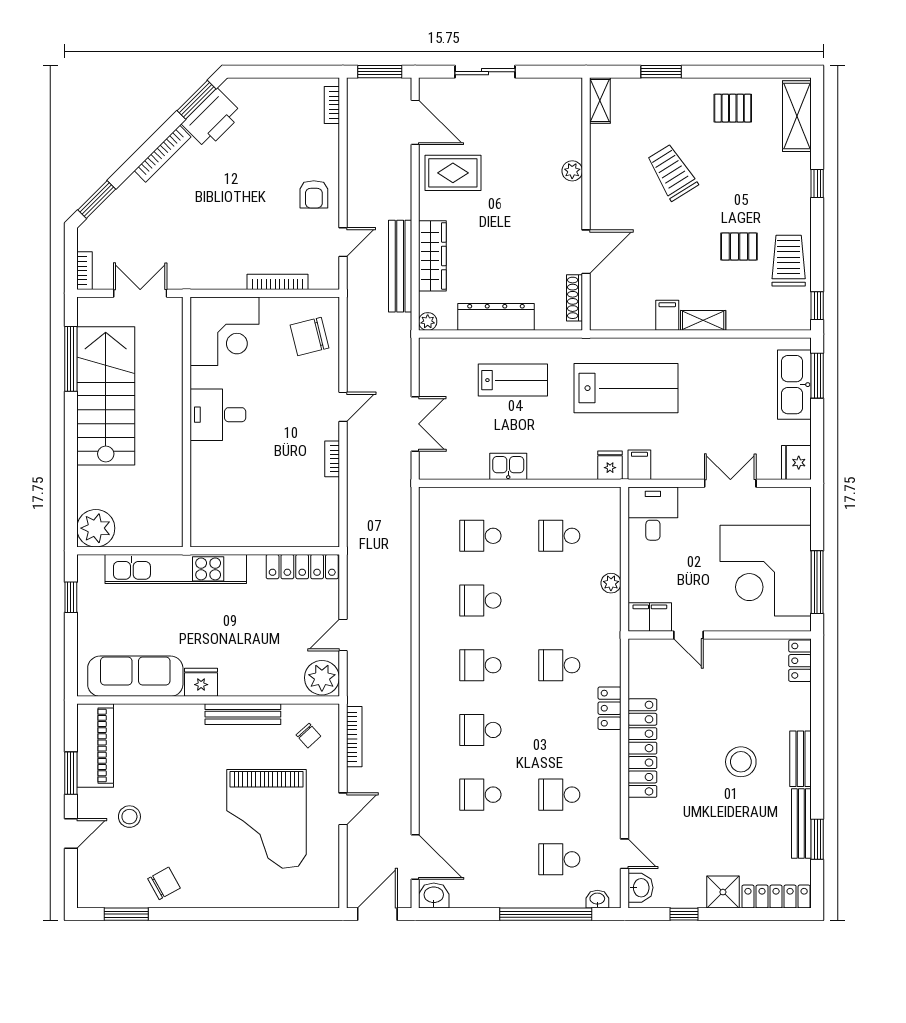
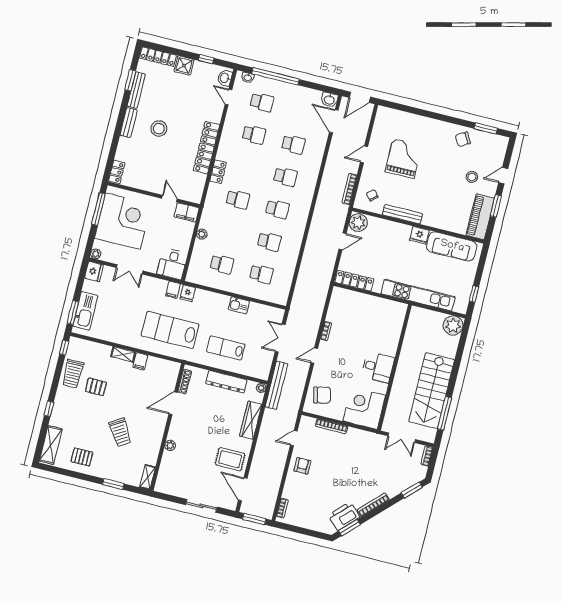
bench: (400, 266) -> (276, 385), moved
plant: (801, 497) -> (96, 254), added
grand piano: (267, 819) -> (404, 159), width x0.73, depth x0.68

